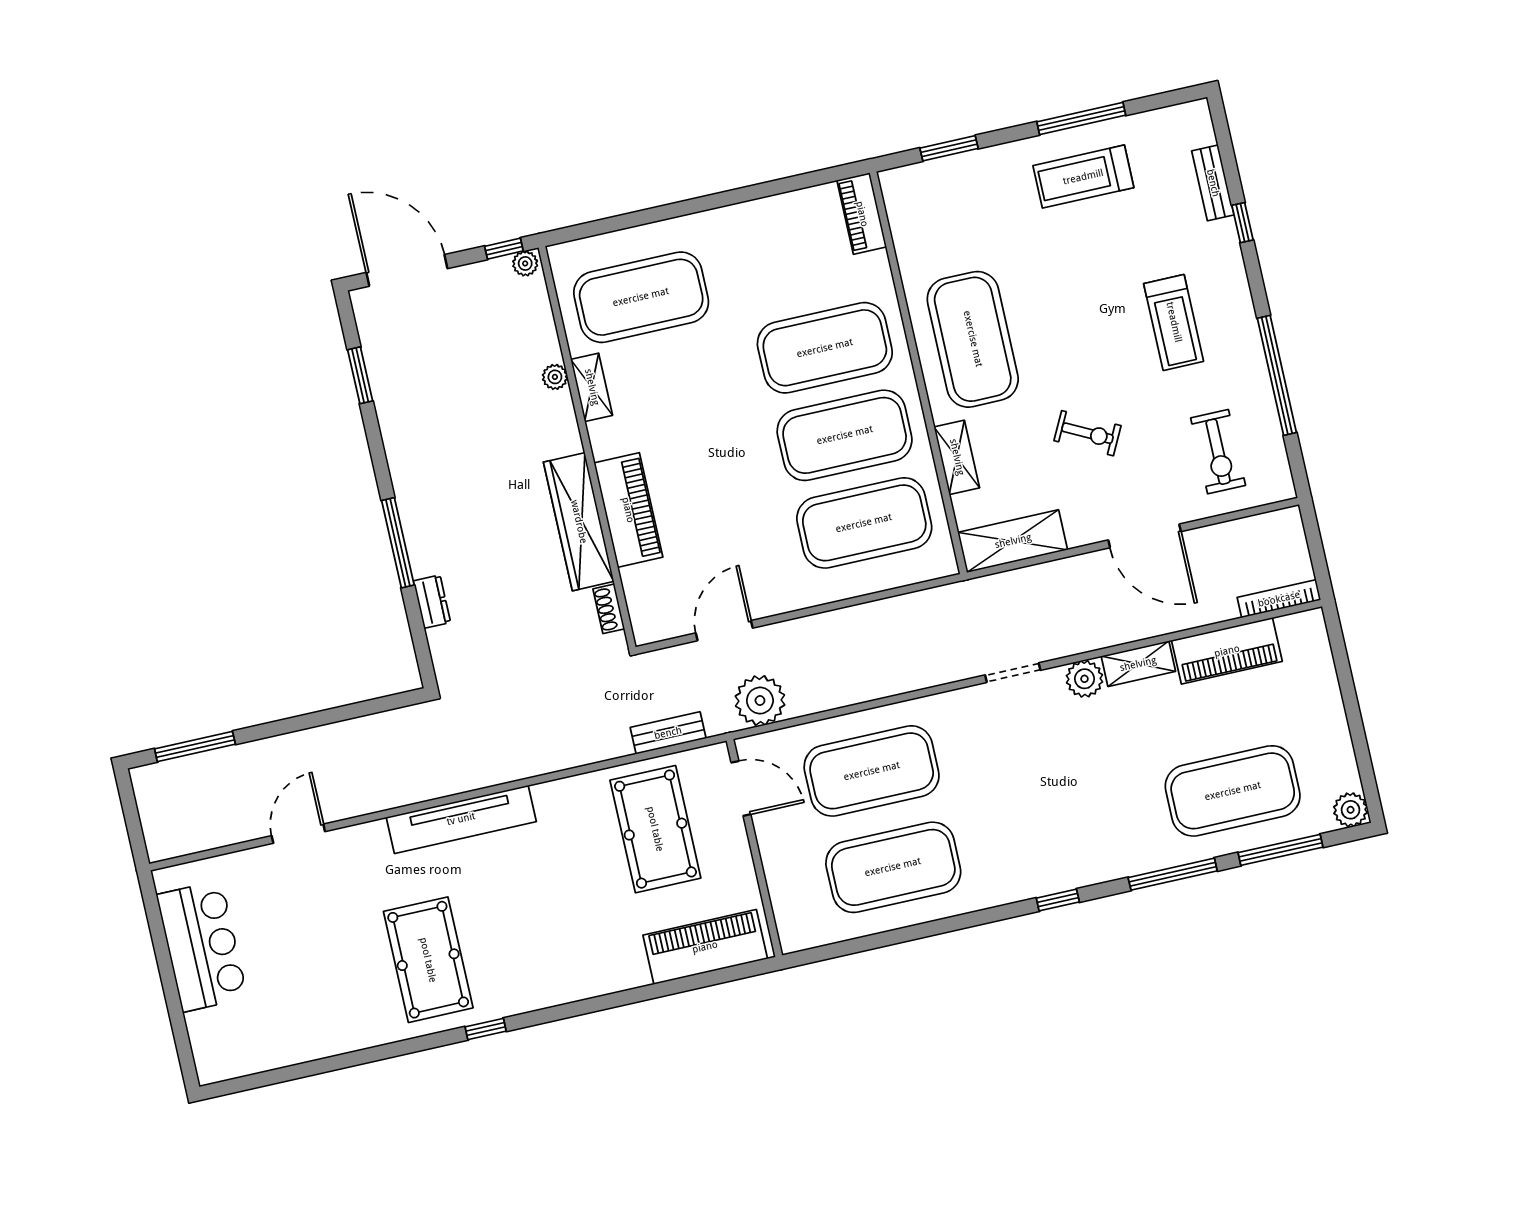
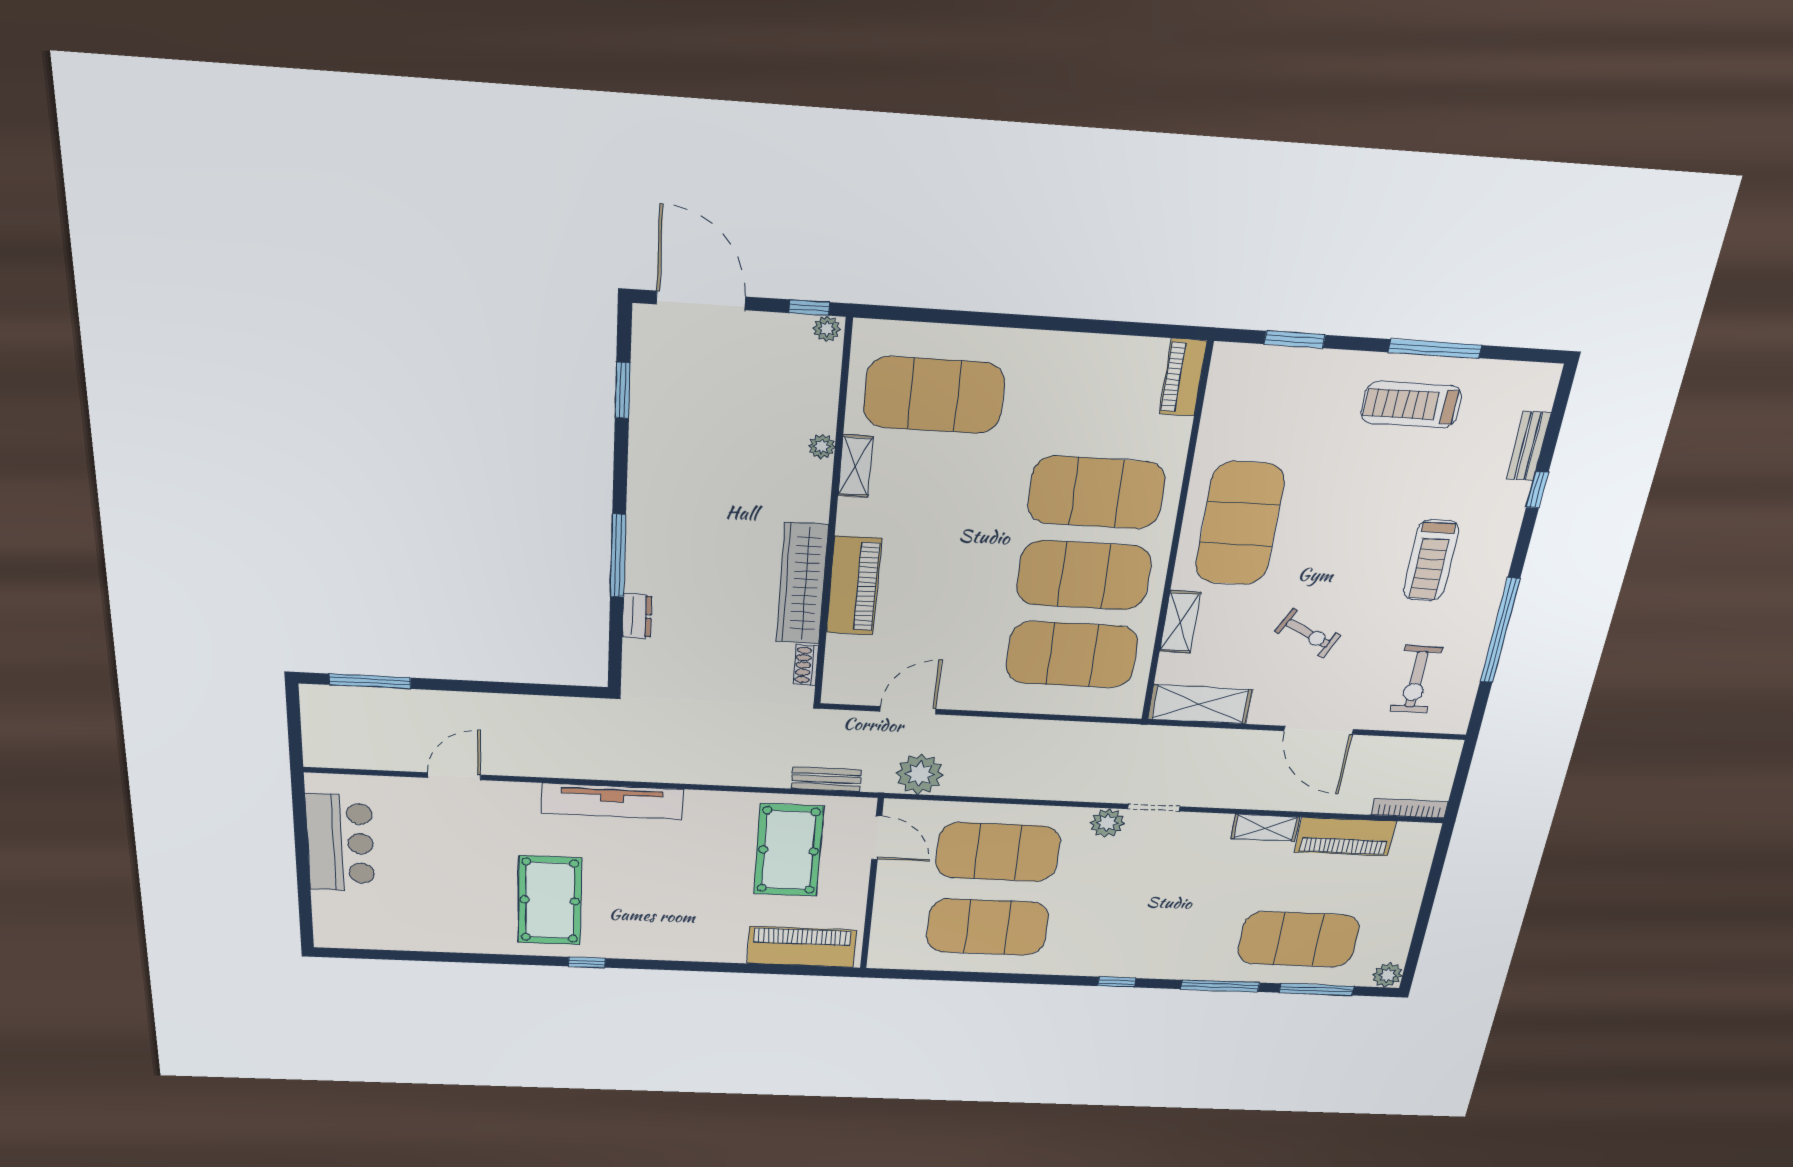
plant: (1084, 679) -> (1107, 823), moved

